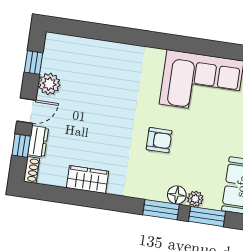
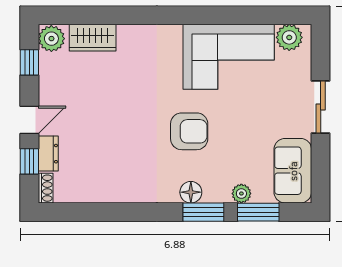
plant: (49, 84) -> (51, 39), moved
armchair: (159, 140) -> (189, 131), width x1.38, depth x1.38
wardrobe: (87, 180) -> (93, 38), moved, turned 180
floor lamp: (177, 195) -> (191, 192), moved

